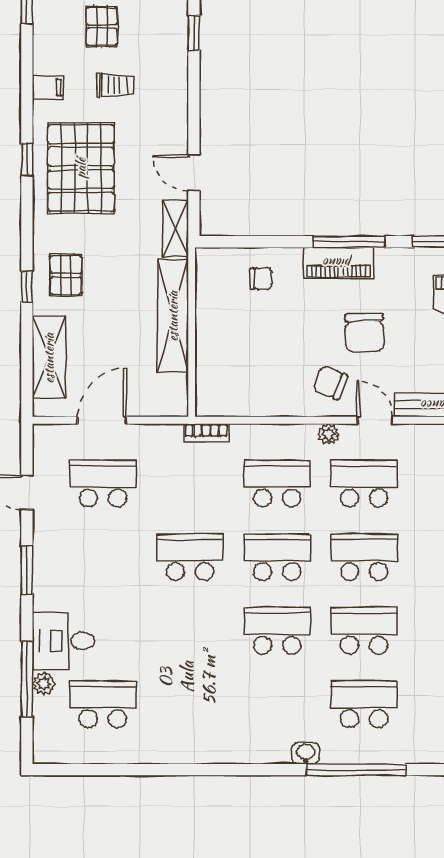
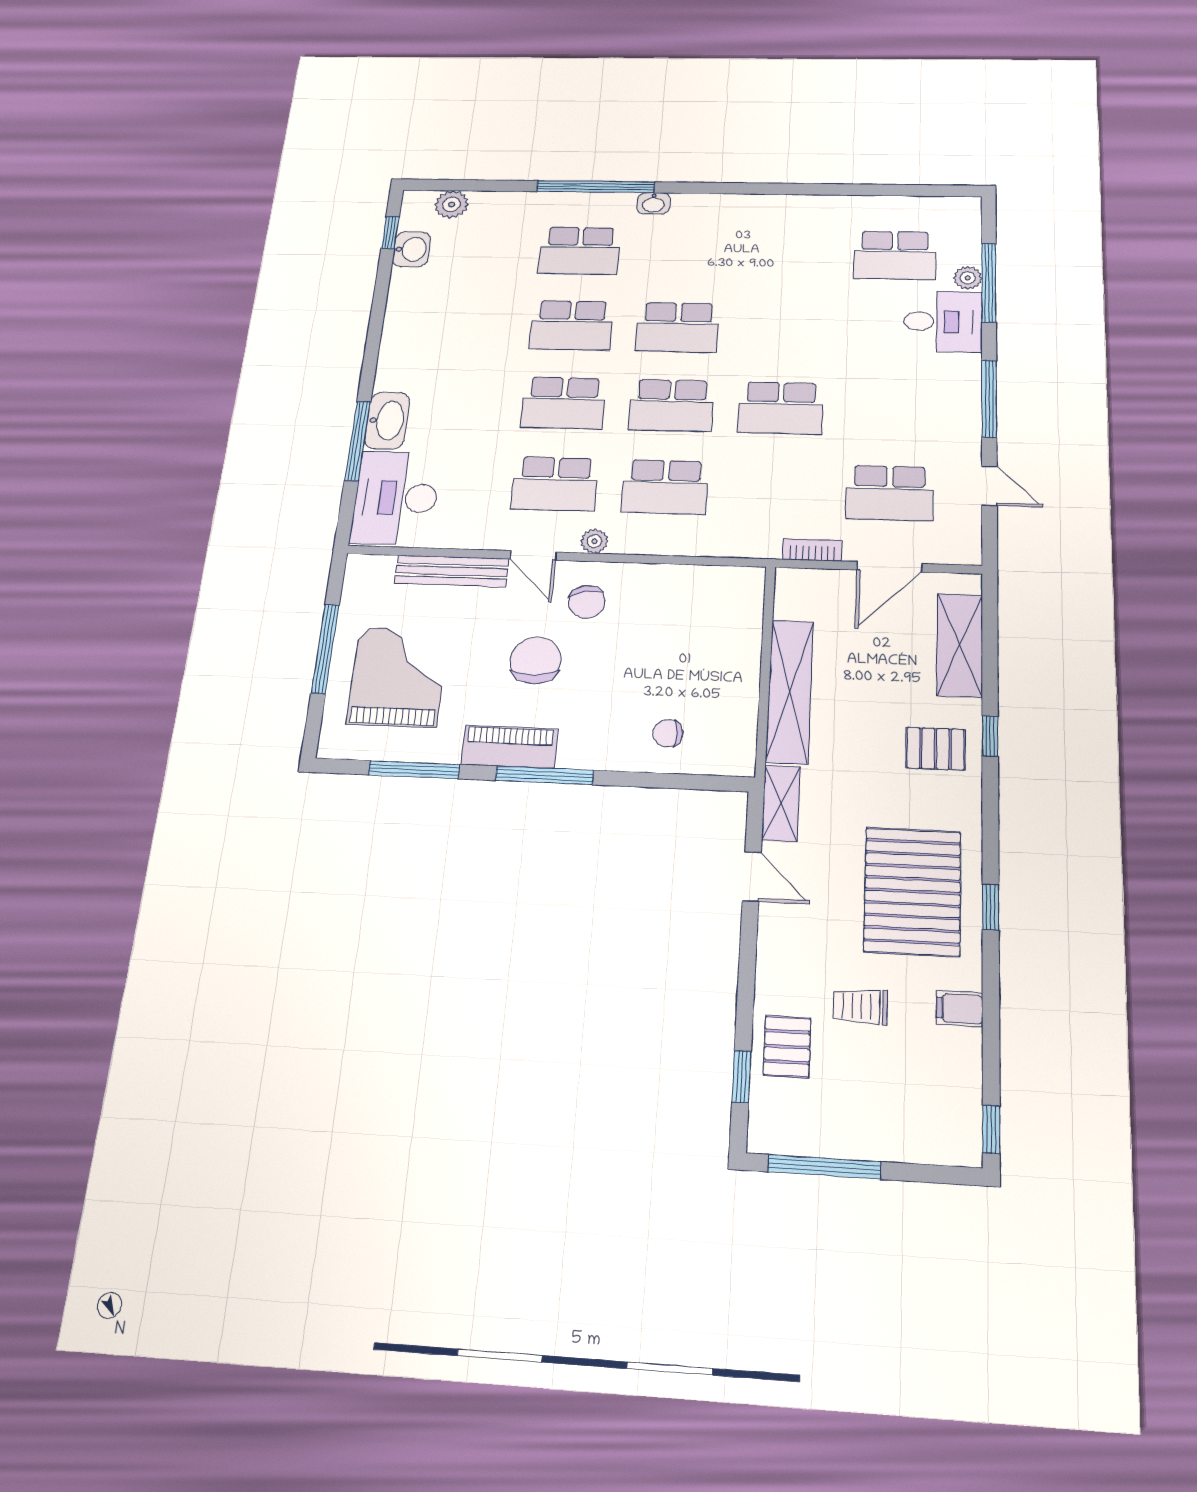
pallet: (102, 27) -> (787, 1047), moved
piano: (338, 263) -> (509, 747), moved
pallet: (66, 275) -> (936, 749), turned 90
chair: (330, 383) -> (587, 602), turned 57
bookcase: (206, 433) -> (812, 550), moved
window: (27, 570) -> (989, 399), width x1.44

